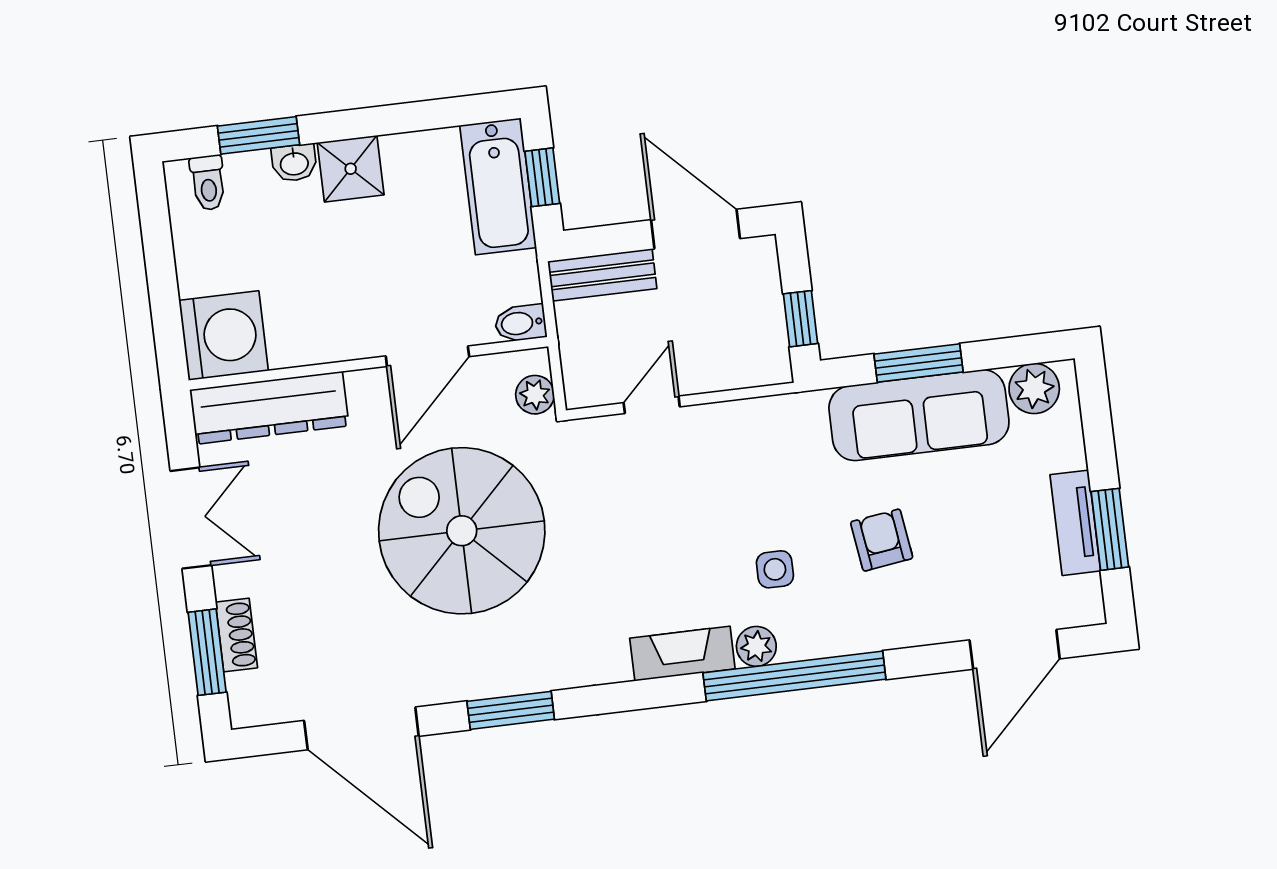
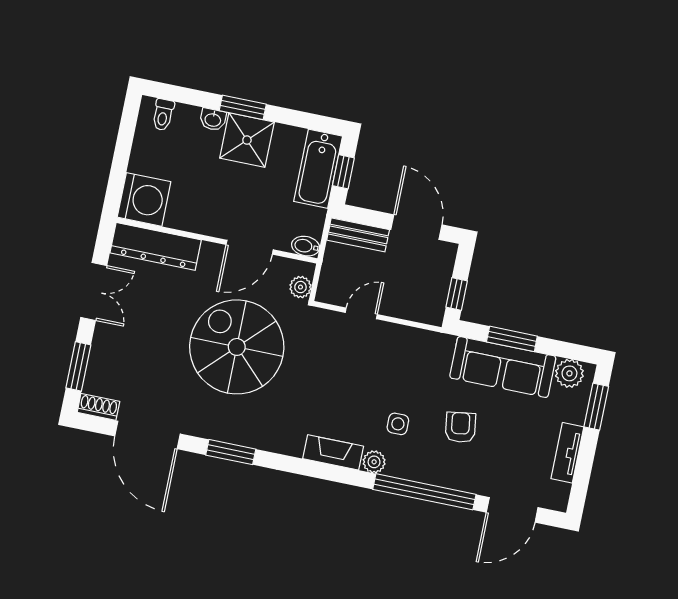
window: (259, 135) -> (243, 107), moved
shower: (351, 169) -> (247, 140), width x1.36, depth x1.36
window: (1110, 529) -> (596, 407), moved
shoe rack: (236, 635) -> (98, 407), moved, turned -90
window: (794, 676) -> (424, 492), moved

